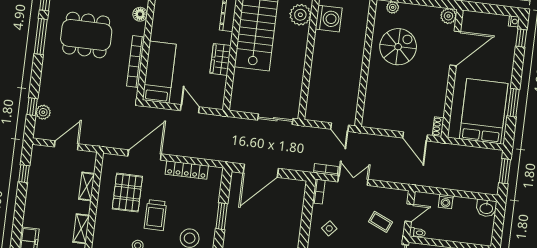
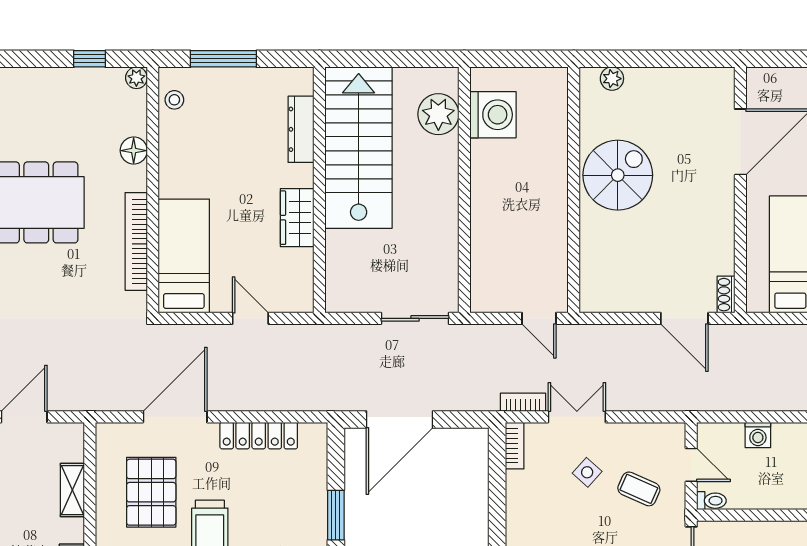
plant: (448, 16) -> (720, 82), removed
spiral stairs: (398, 47) -> (618, 175), moved
door: (409, 213) -> (691, 465), hinge flipped
side table: (329, 228) -> (587, 472), moved

